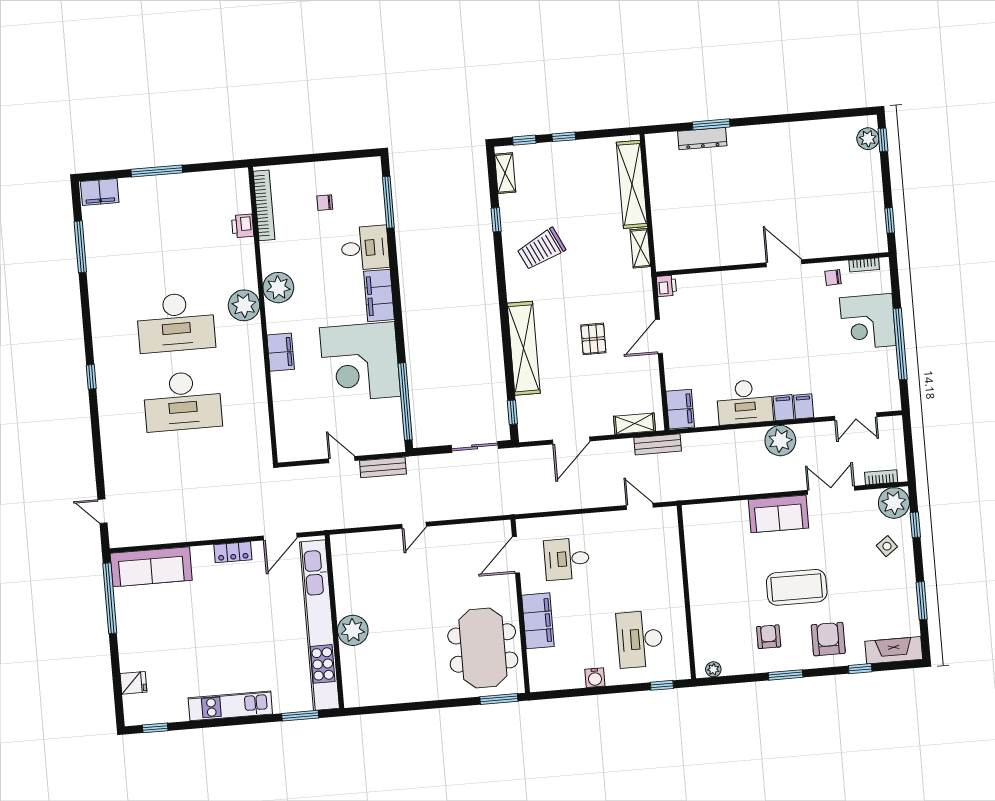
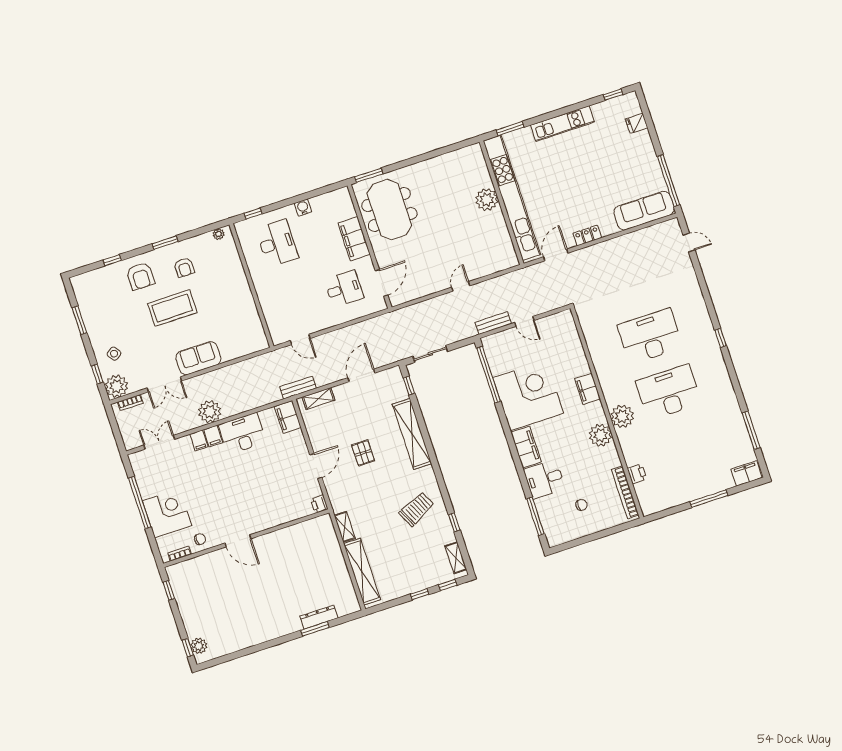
fireplace: (894, 650) -> (91, 279), removed

